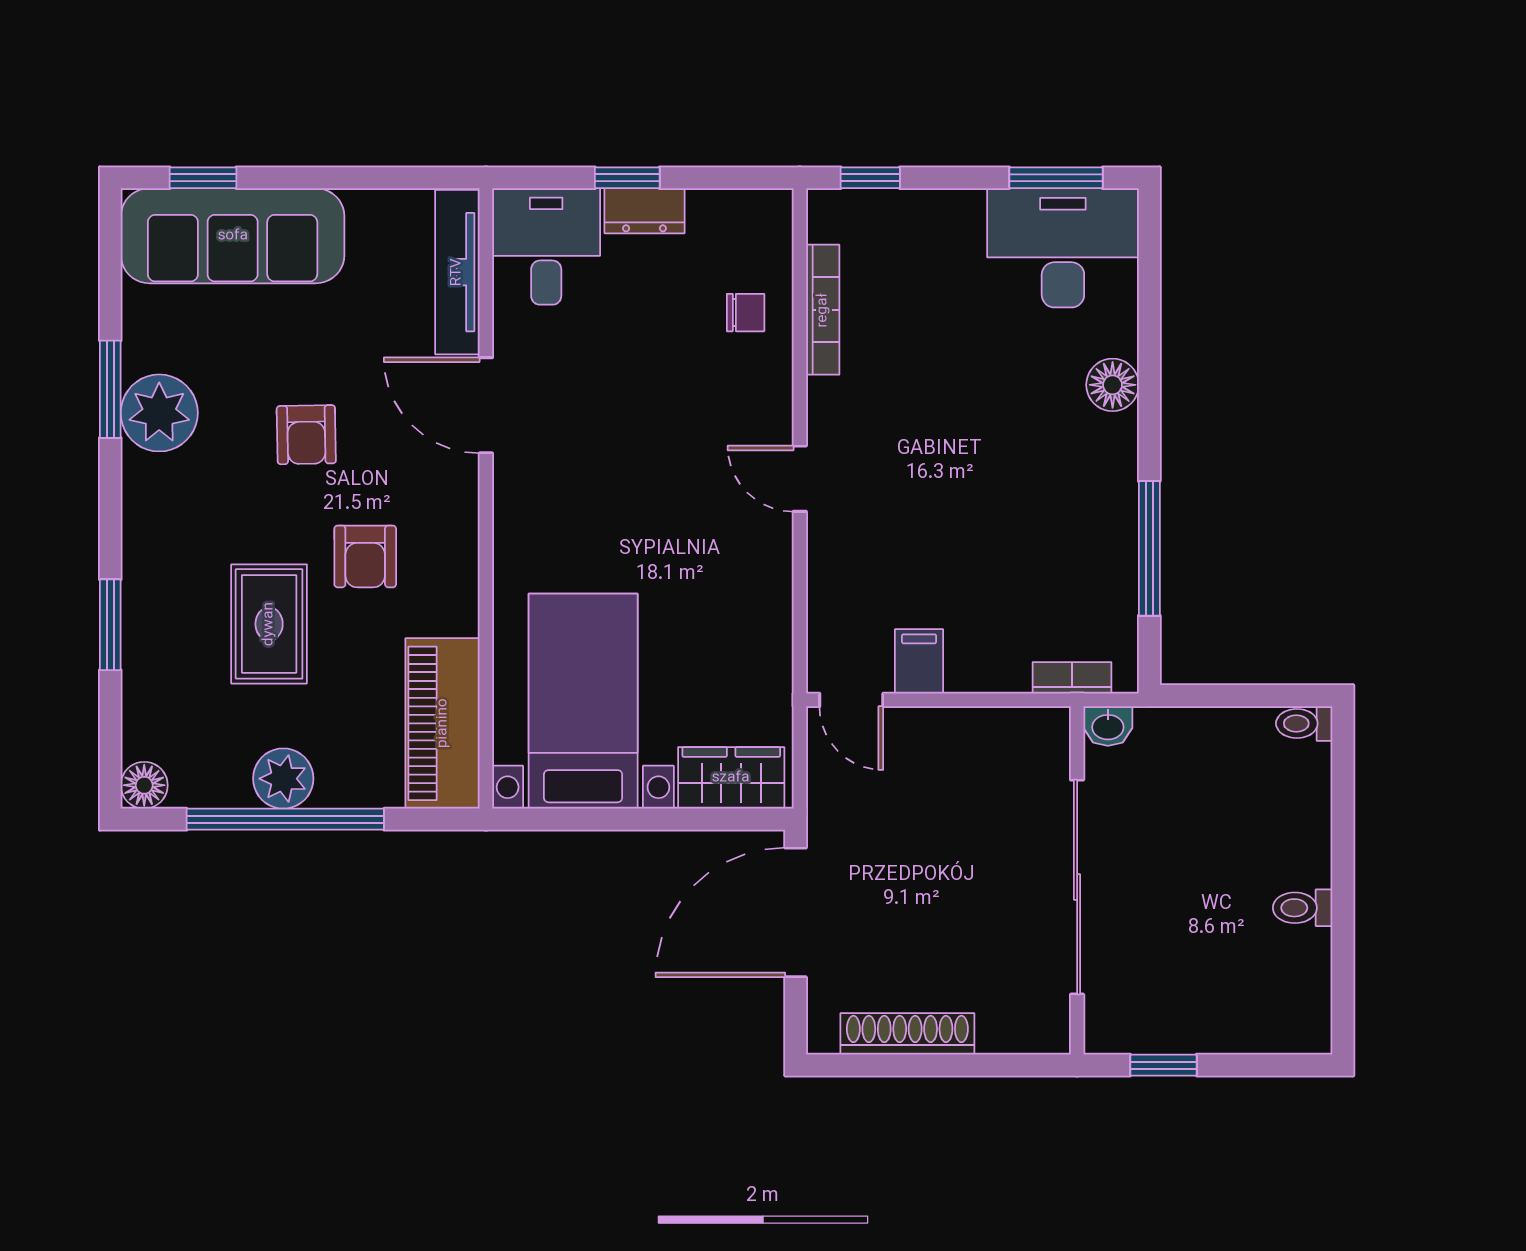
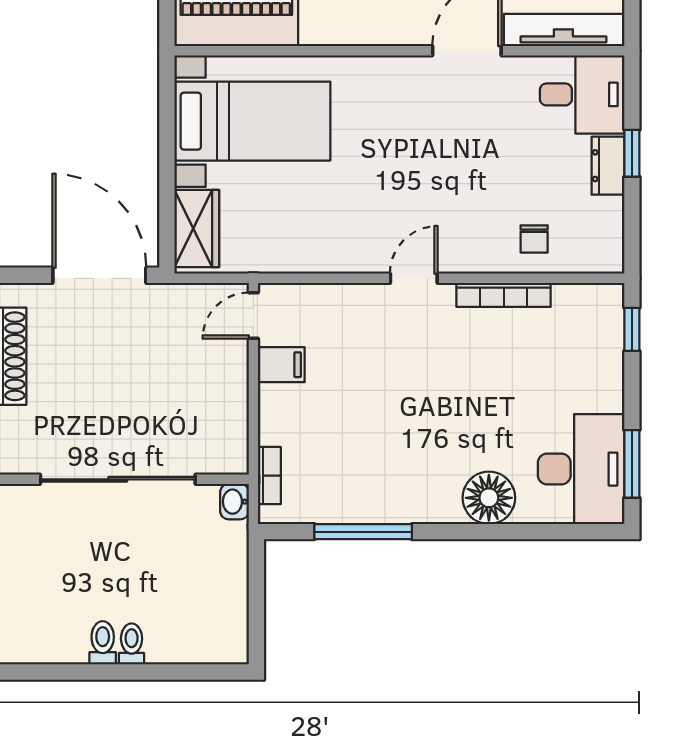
bookcase: (823, 310) -> (504, 295), moved
floor lamp: (1113, 385) -> (489, 498), width x1.38, depth x1.38
toilet: (1304, 723) -> (132, 644), moved

